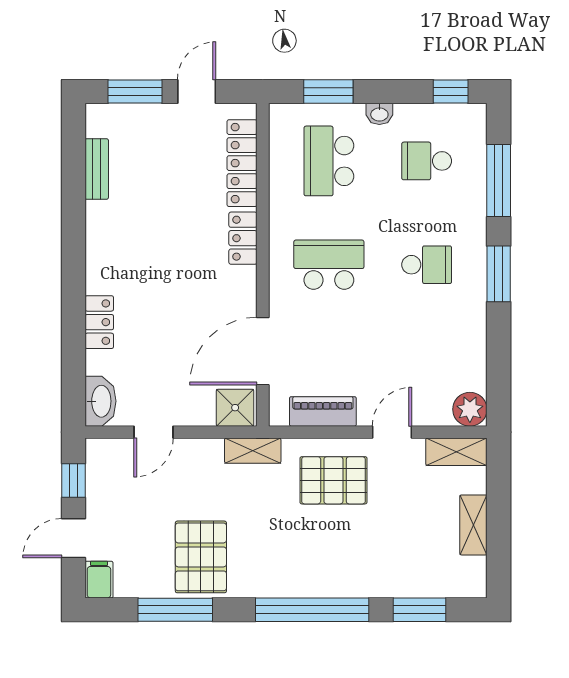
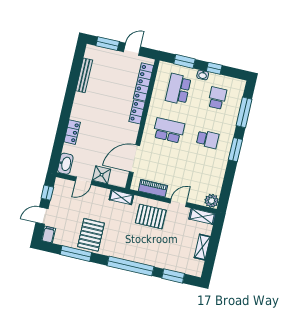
window: (451, 91) -> (214, 68), moved
school desk: (427, 161) -> (217, 98), turned 90
bench: (97, 169) -> (84, 75), width x1.36
shower: (235, 408) -> (102, 175), moved

